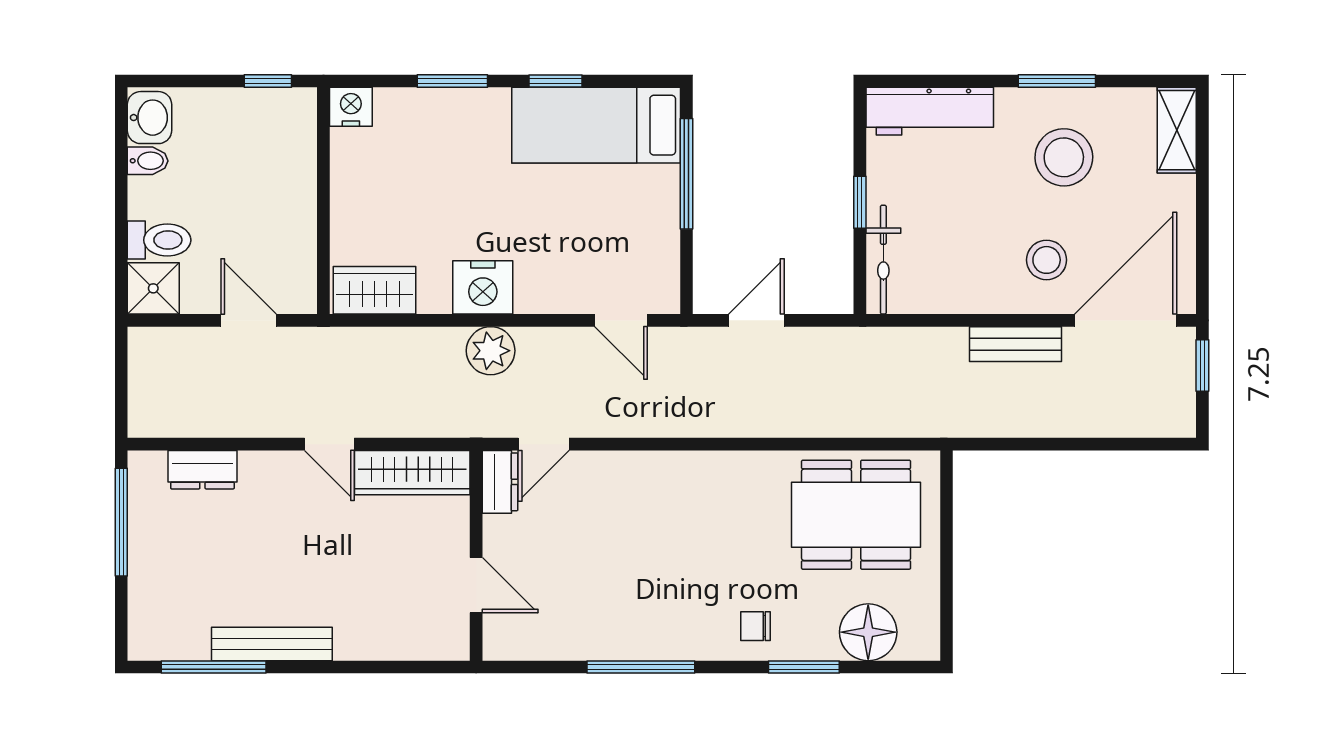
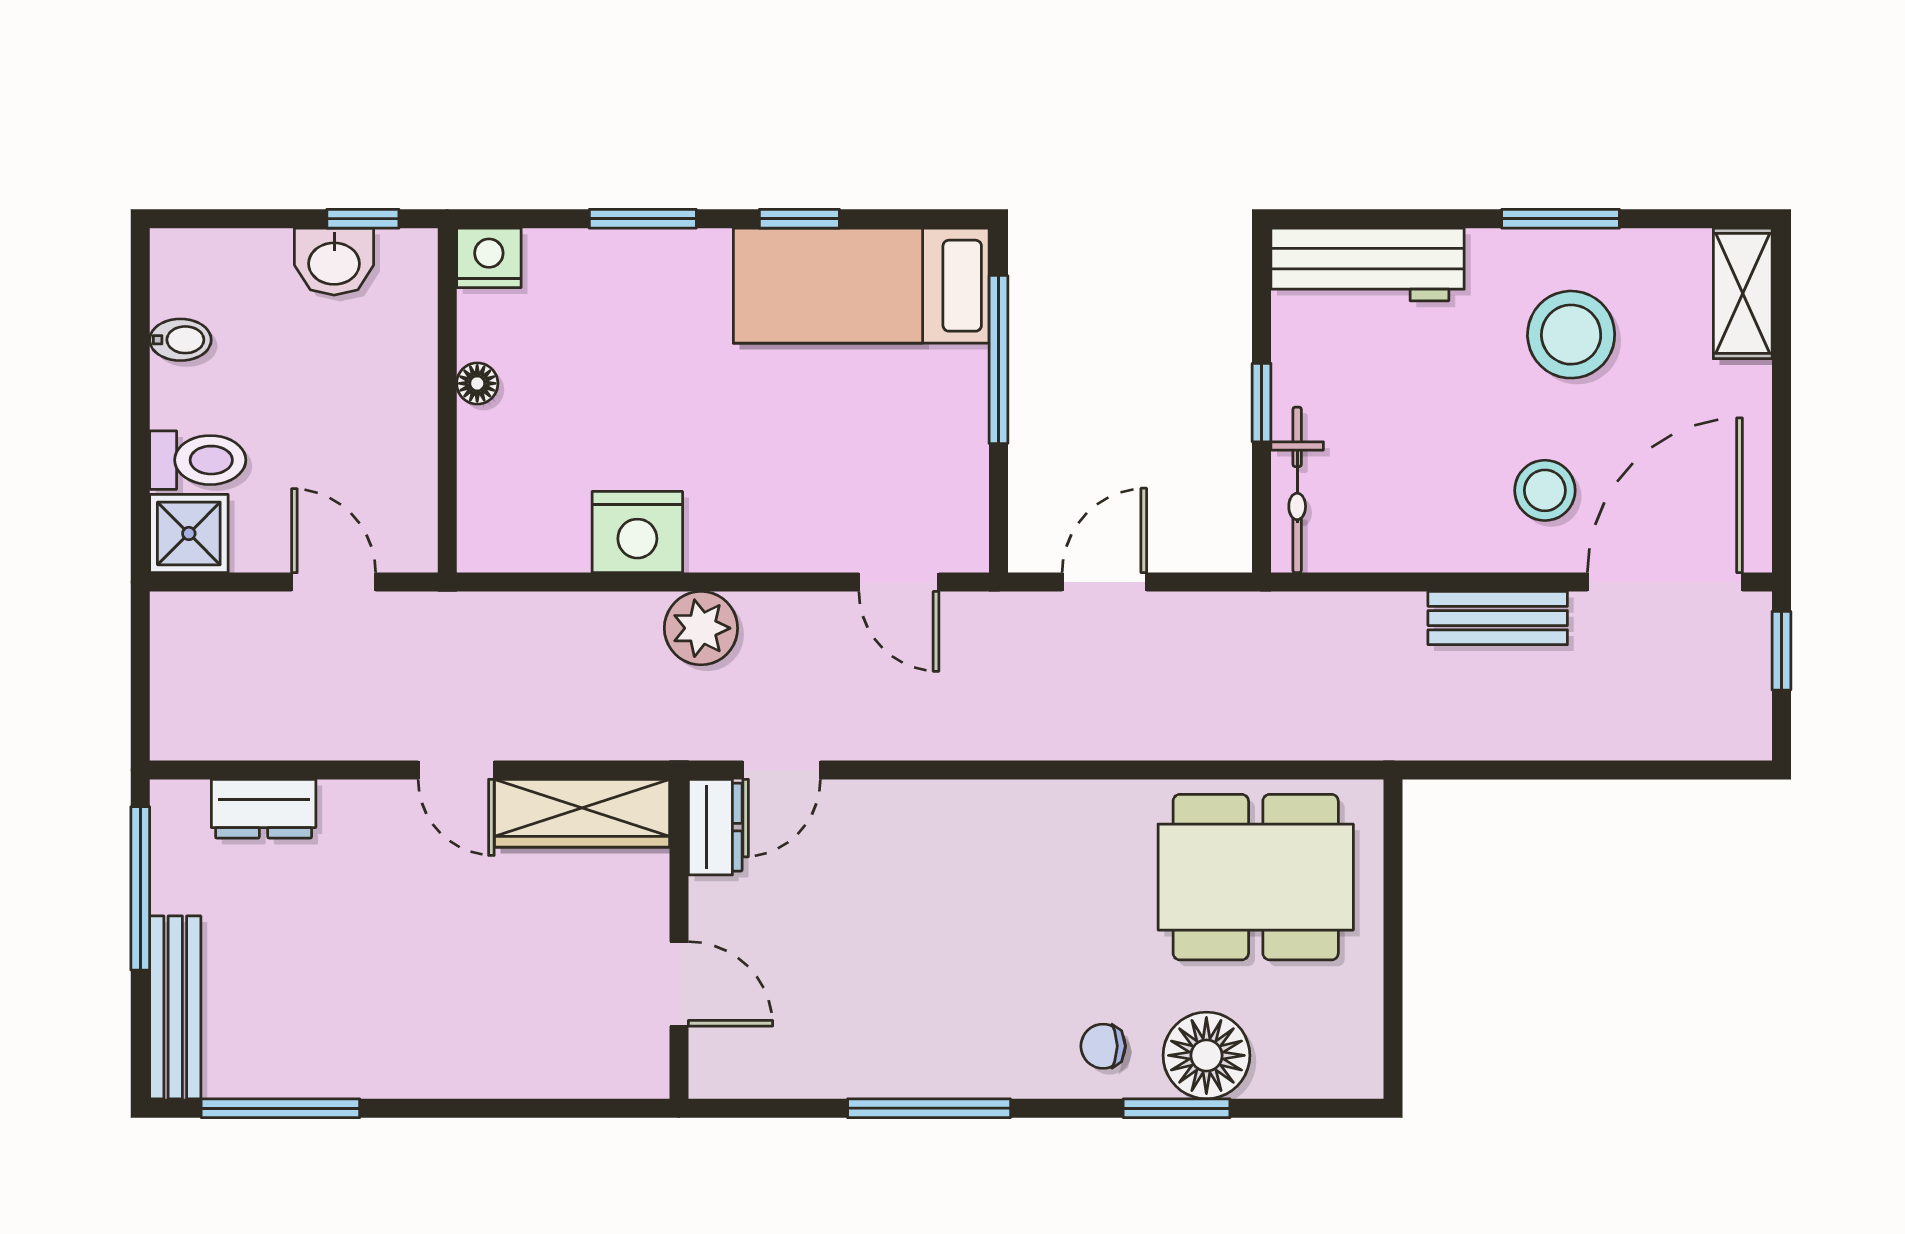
washbasin: (150, 118) -> (334, 262), moved, turned 90
floor lamp: (343, 190) -> (477, 383), added
nightstand: (483, 287) -> (637, 532), moved
wardrobe: (374, 290) -> (525, 536), removed
floor lamp: (868, 632) -> (1206, 1055), moved
bench: (272, 644) -> (175, 1007), moved, turned 90

